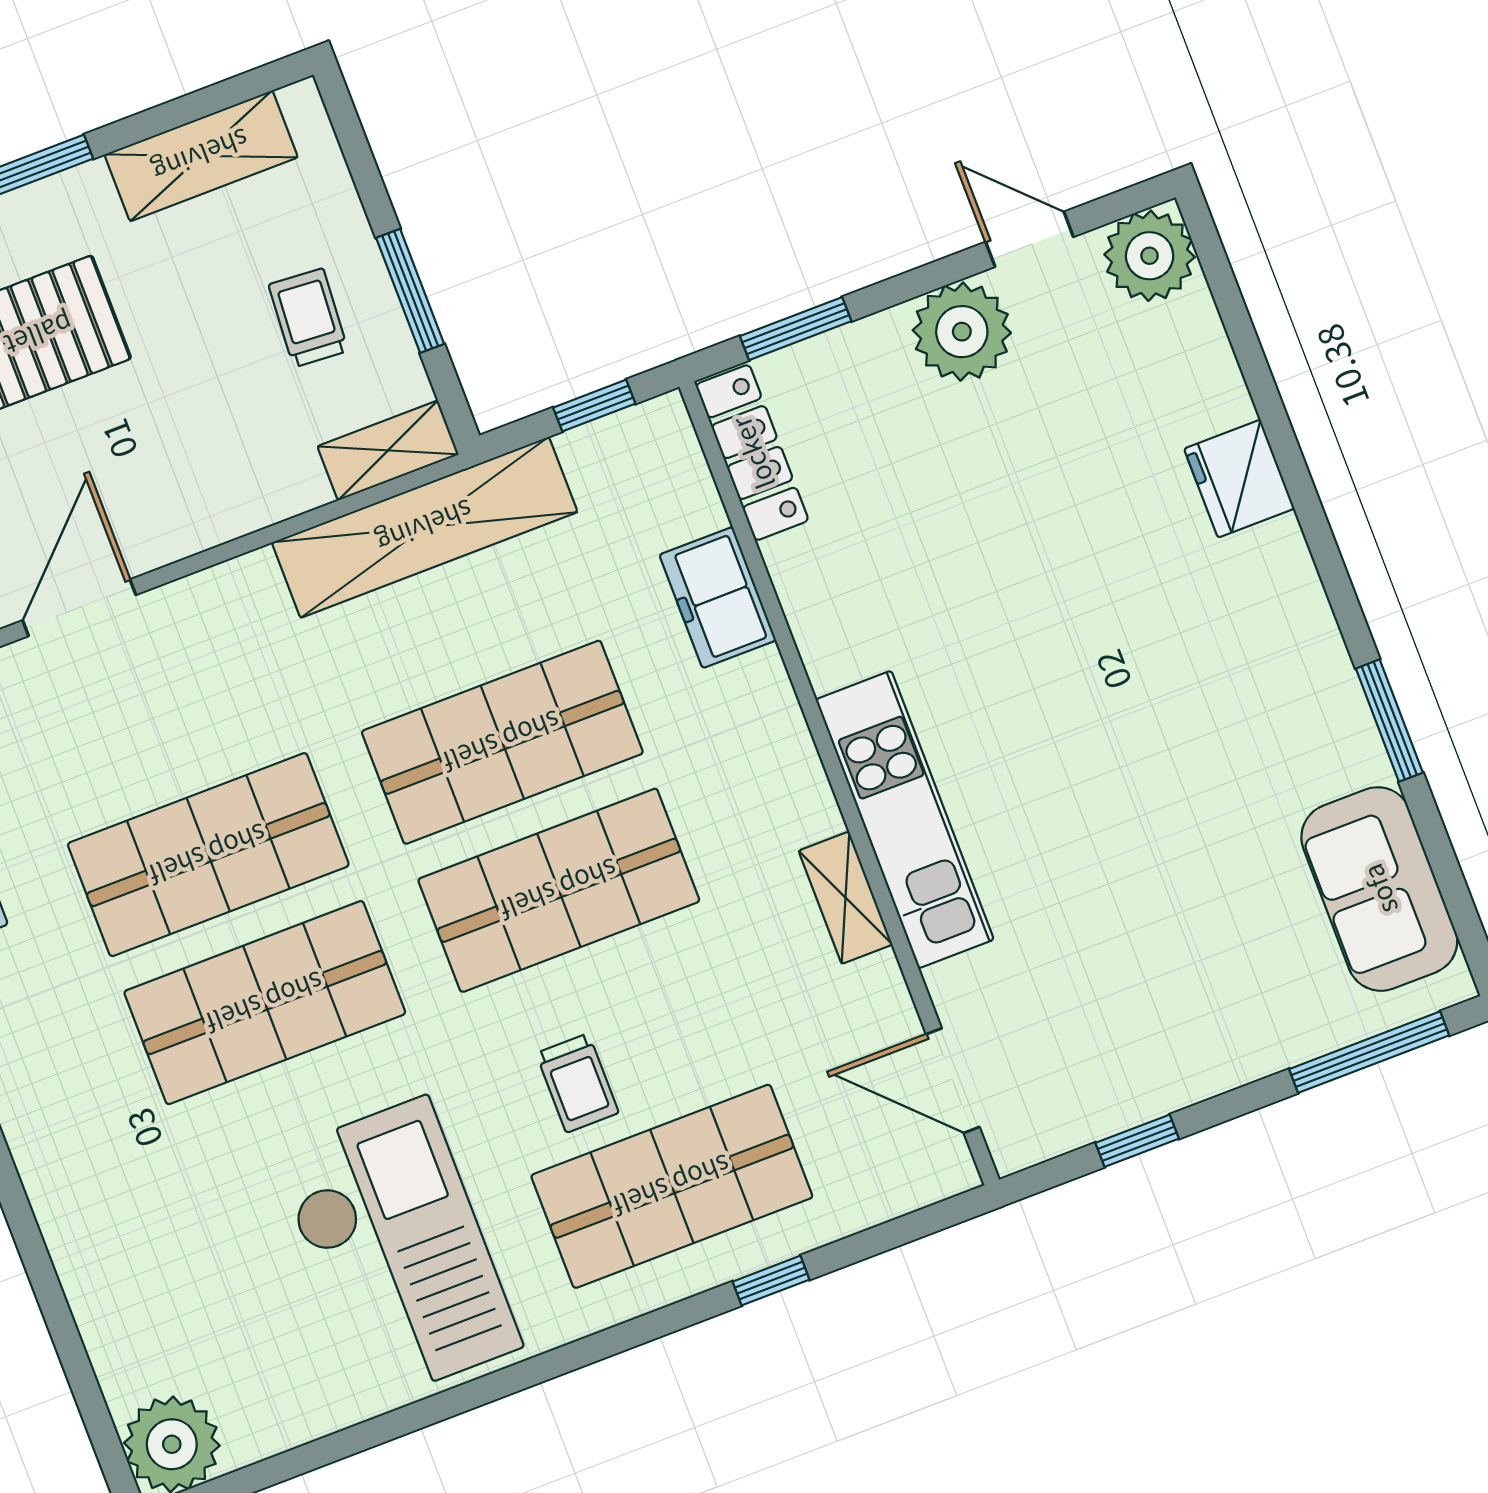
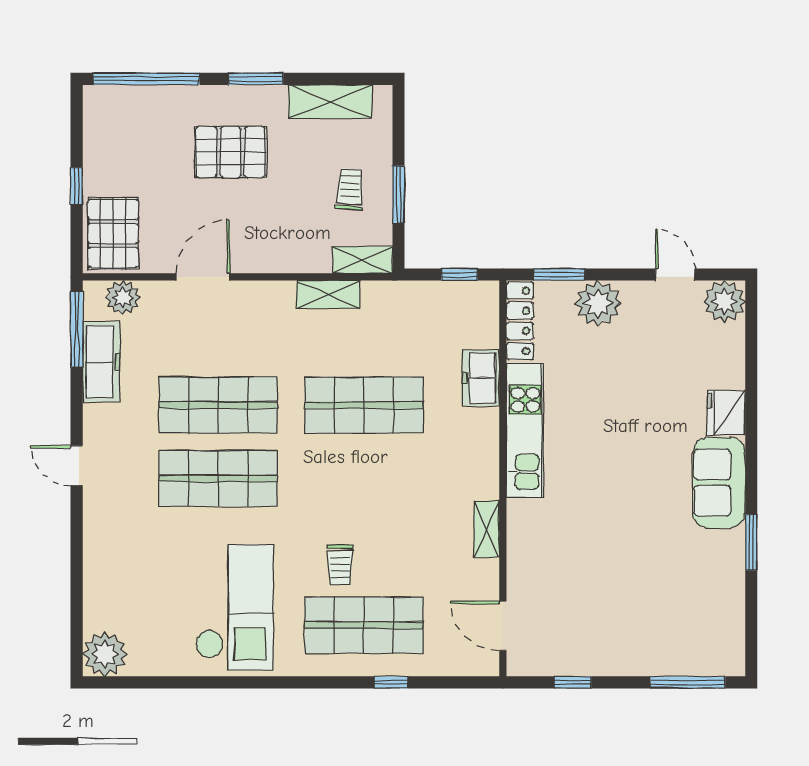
plant: (962, 332) -> (598, 303), moved
shelving: (425, 527) -> (328, 294), width x0.45, depth x0.75
kitchen unit: (905, 820) -> (525, 430), moved
sofa: (1379, 889) -> (719, 483), moved
shop shelf: (559, 890) -> (364, 478), removed

